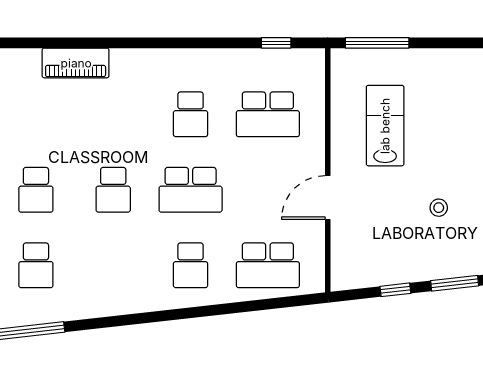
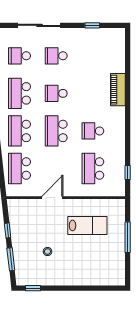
window: (377, 43) -> (128, 237), moved
piano: (76, 63) -> (118, 90), moved
door: (328, 198) -> (52, 198), hinge flipped
school desk: (113, 265) -> (20, 93), added
school desk: (191, 265) -> (20, 131), width x1.85

